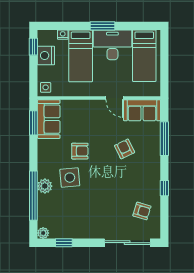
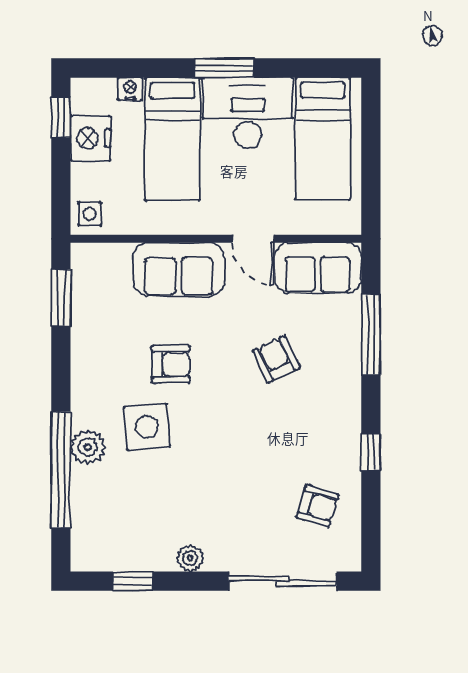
sofa: (49, 119) -> (179, 269), moved, turned 90
plant: (43, 233) -> (190, 558), moved

